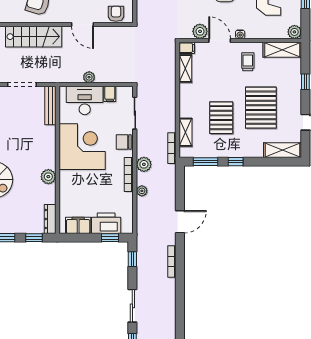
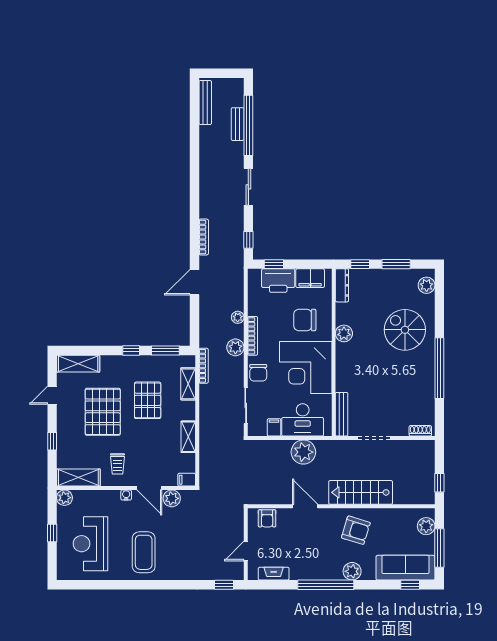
shelving: (185, 69) -> (188, 437), moved
plant: (89, 77) -> (303, 452), width x1.87, depth x1.87
chair: (124, 142) -> (258, 373), turned 90
chair: (83, 189) -> (305, 320), added

